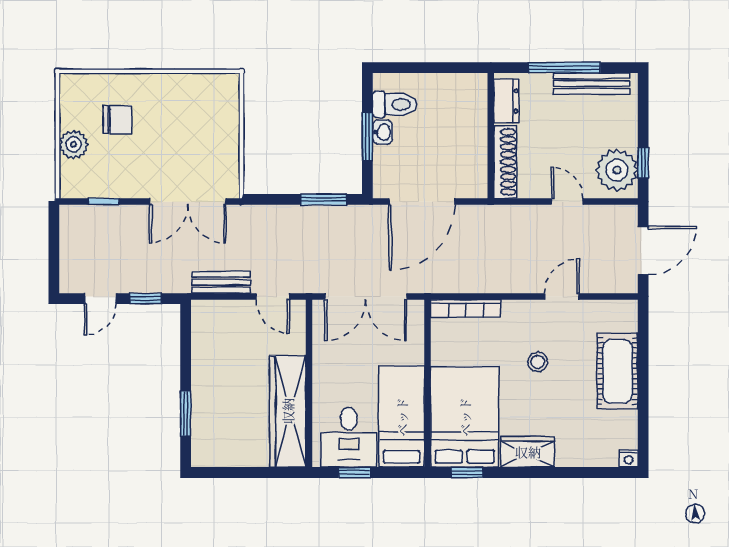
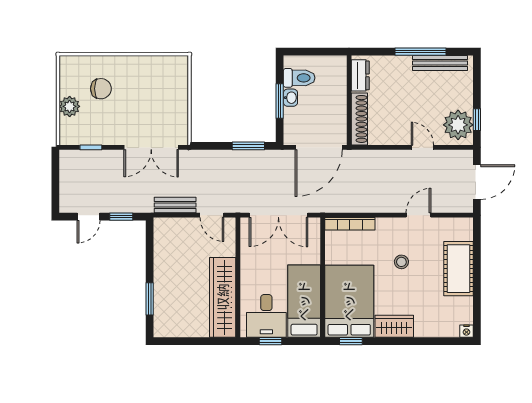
dresser: (506, 101) -> (360, 75), moved
wall: (491, 136) -> (349, 100), moved
shoe rack: (505, 162) -> (359, 119), moved

